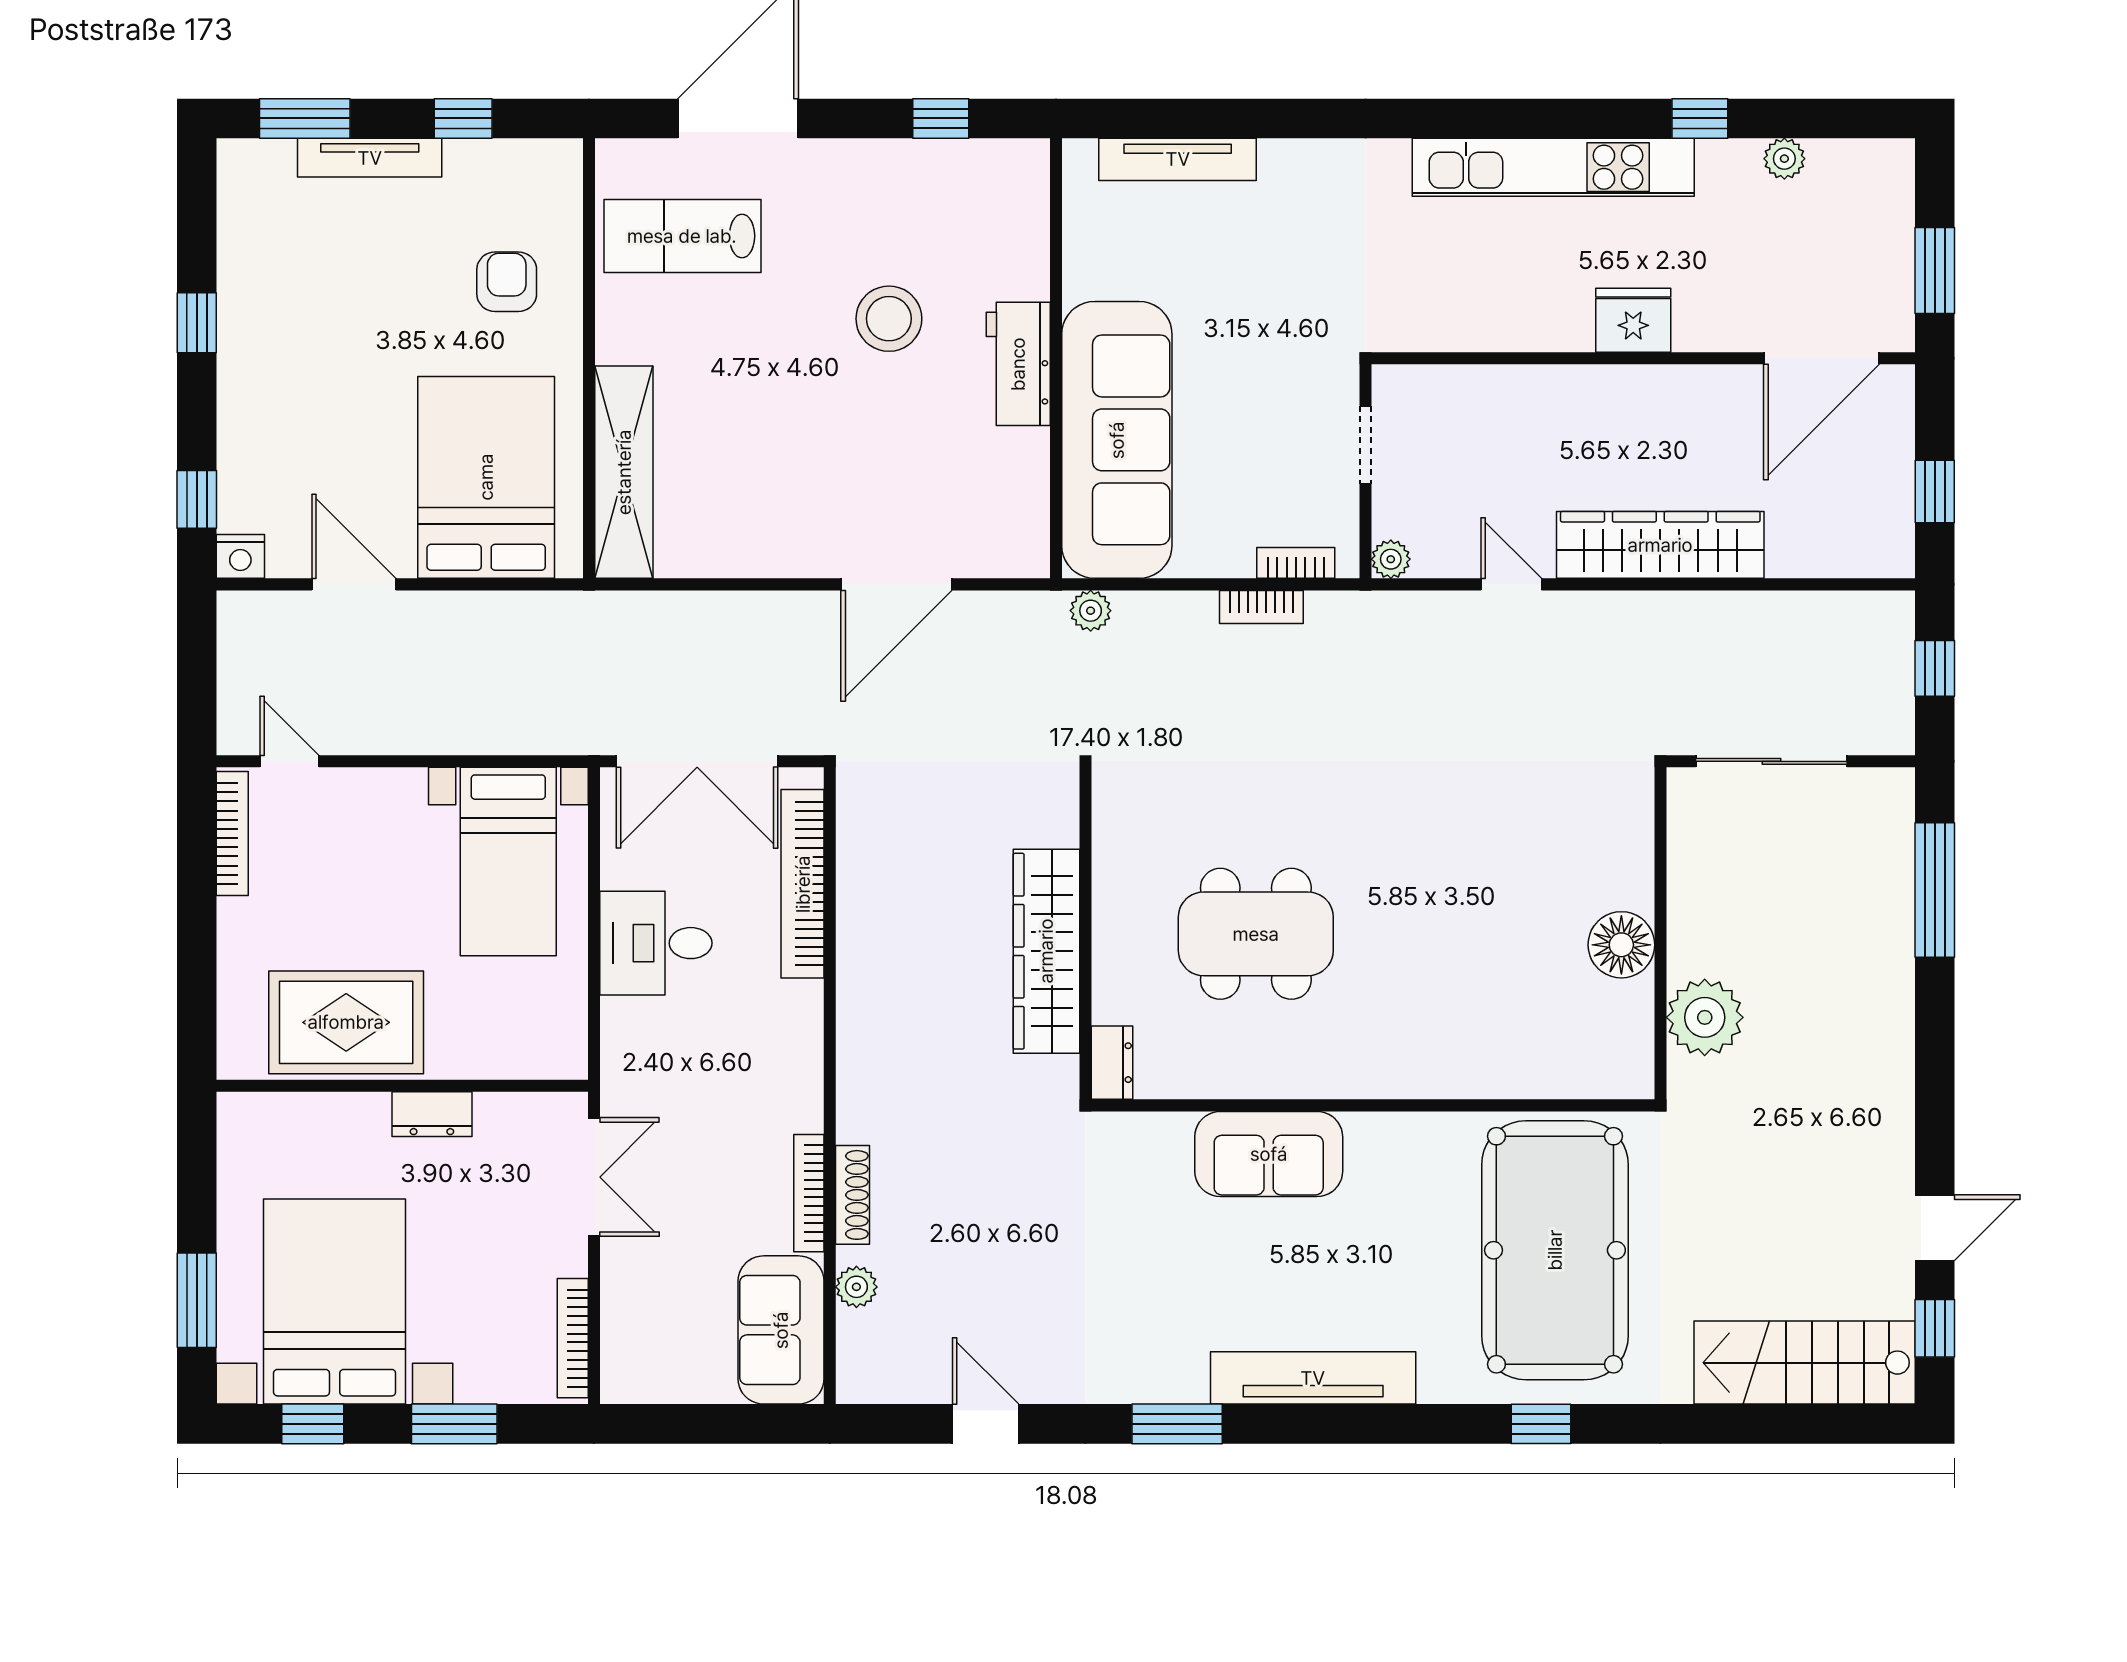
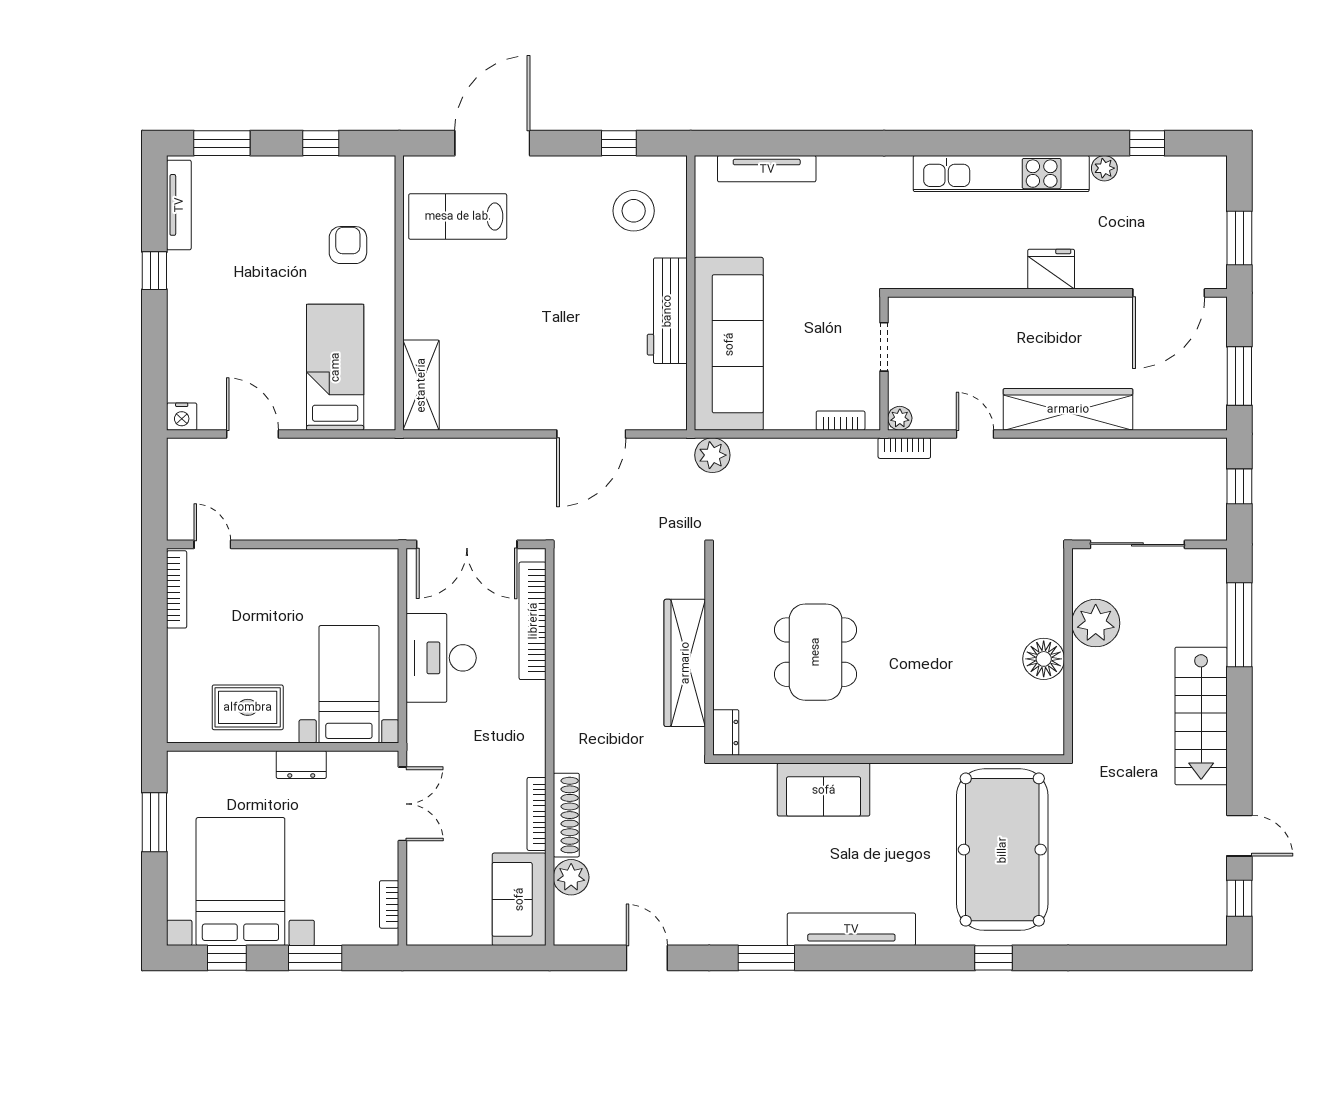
window: (1700, 118) -> (1147, 143), moved
tv unit: (370, 158) -> (179, 205), moved, turned -90
plant: (1784, 159) -> (1104, 168), moved
stool: (889, 319) -> (634, 211), moved
workbench: (1018, 364) -> (667, 311), width x1.38
shelving: (624, 472) -> (421, 385), width x0.68
bed: (486, 477) -> (335, 367), width x0.67
window: (1935, 491) -> (1239, 376), width x1.50
window: (197, 499) -> (154, 381), removed
bookcase: (1261, 607) -> (904, 448), moved
plant: (1091, 611) -> (712, 455), width x1.38, depth x1.38
bed with nightstands: (508, 862) -> (349, 684), moved, turned 180
dining table: (1256, 934) -> (815, 652), turned 90
desk: (656, 943) -> (441, 658), width x1.37
plant: (1705, 1017) -> (1096, 623), moved
rug: (346, 1022) -> (248, 707), width x0.73, depth x0.70
shoe rack: (853, 1195) -> (566, 815), width x1.36, depth x1.24
door: (1935, 1228) -> (1239, 836), hinge flipped
plant: (856, 1287) -> (571, 877), width x1.38, depth x1.38
window: (197, 1300) -> (154, 822), moved
bookcase: (573, 1338) -> (389, 904), width x0.64
stairs: (1805, 1363) -> (1201, 716), moved, turned -90

